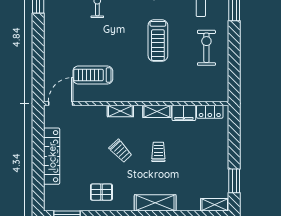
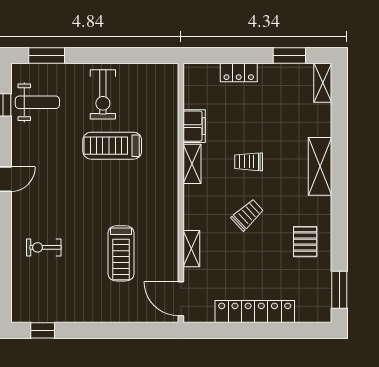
treadmill: (158, 41) -> (112, 146), moved, turned 180
exercise bike: (206, 48) -> (103, 94), turned -90
treadmill: (93, 75) -> (121, 253), moved
shelving: (120, 111) -> (191, 249), moved
locker: (210, 112) -> (239, 72), moved, turned 90

